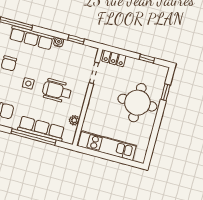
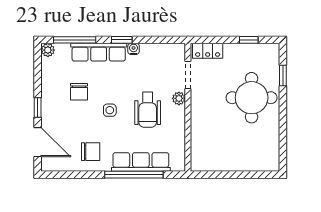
window: (76, 40) -> (122, 40), moved
wheelchair: (57, 91) -> (148, 110), turned -90
plant: (74, 120) -> (179, 98), moved
kitchen unit: (107, 146) -> (228, 161), removed

